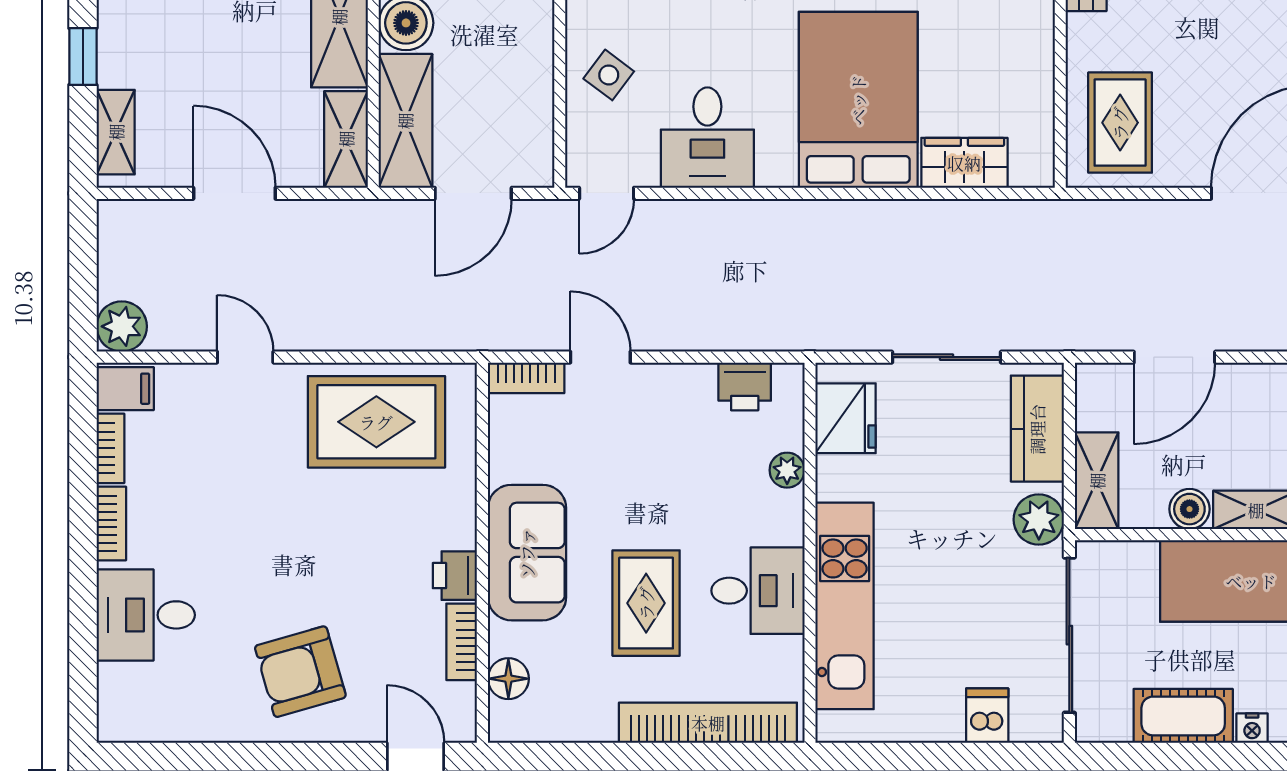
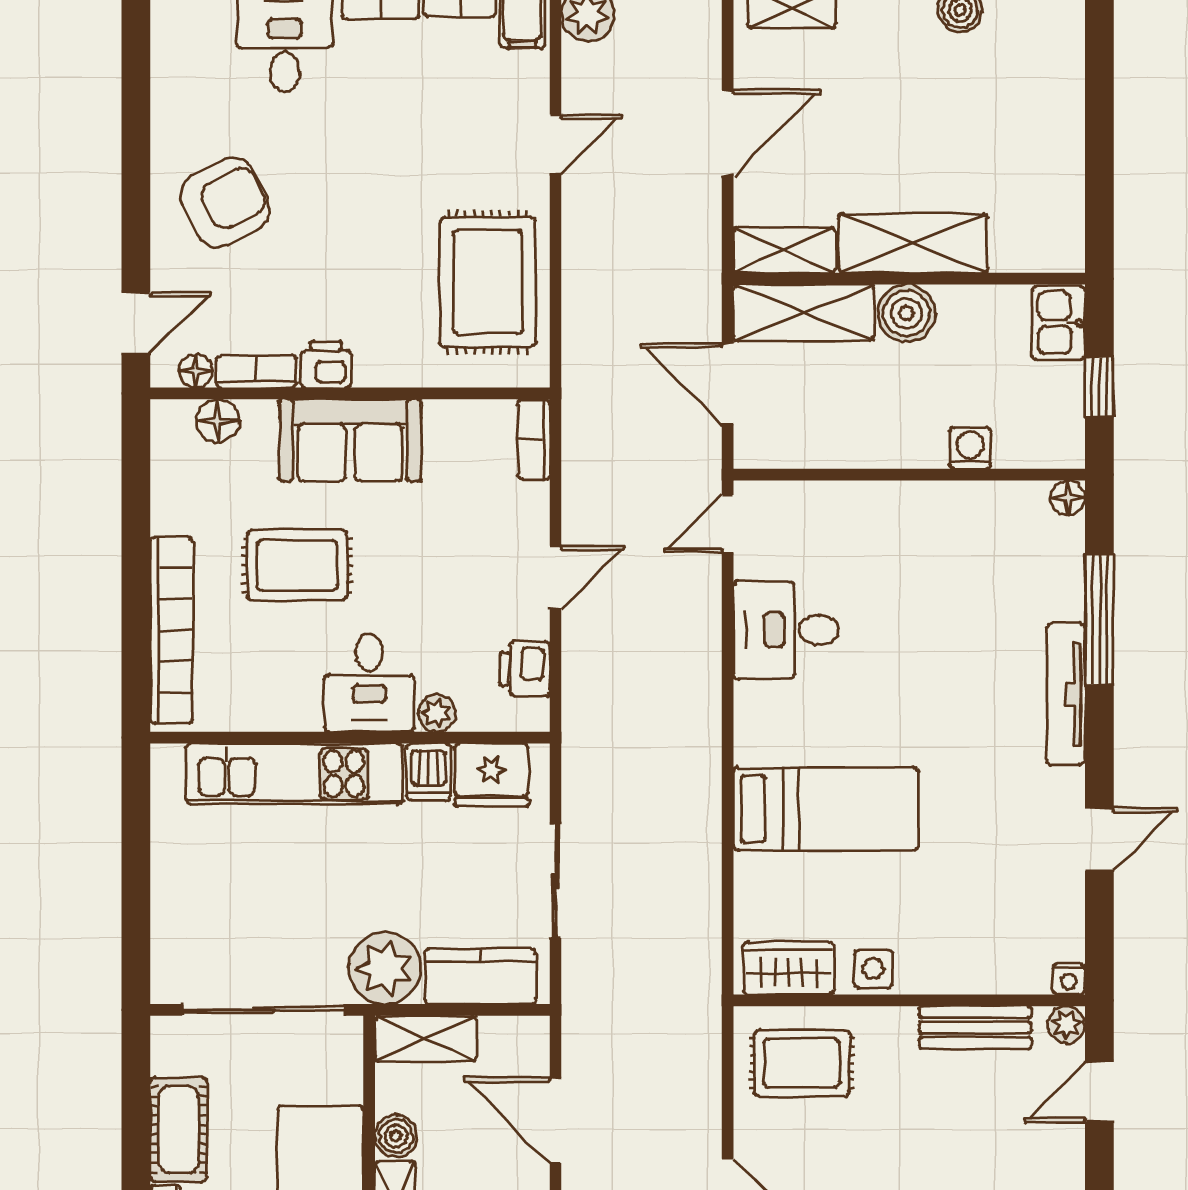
side table: (609, 75) -> (873, 969), moved, turned -37
bed: (858, 100) -> (826, 809), width x0.67
wardrobe: (964, 163) -> (789, 968), moved, turned -90
door: (607, 193) -> (728, 524), hinge flipped
door: (600, 357) -> (555, 577), moved
plant: (1039, 520) -> (385, 968), width x1.36, depth x1.36
desk: (758, 591) -> (369, 683), moved
armchair: (300, 672) -> (225, 202), turned 79
floor lamp: (461, 700) -> (196, 371), added
dishwasher: (987, 716) -> (429, 772), moved, turned 90

